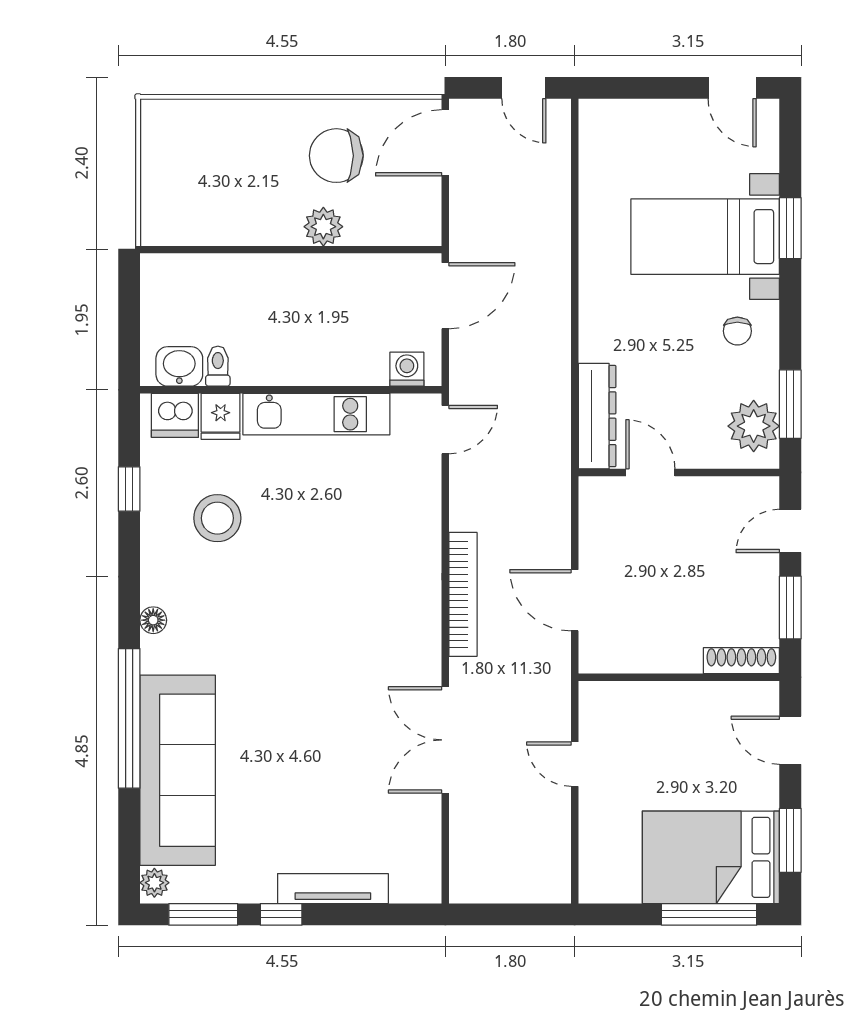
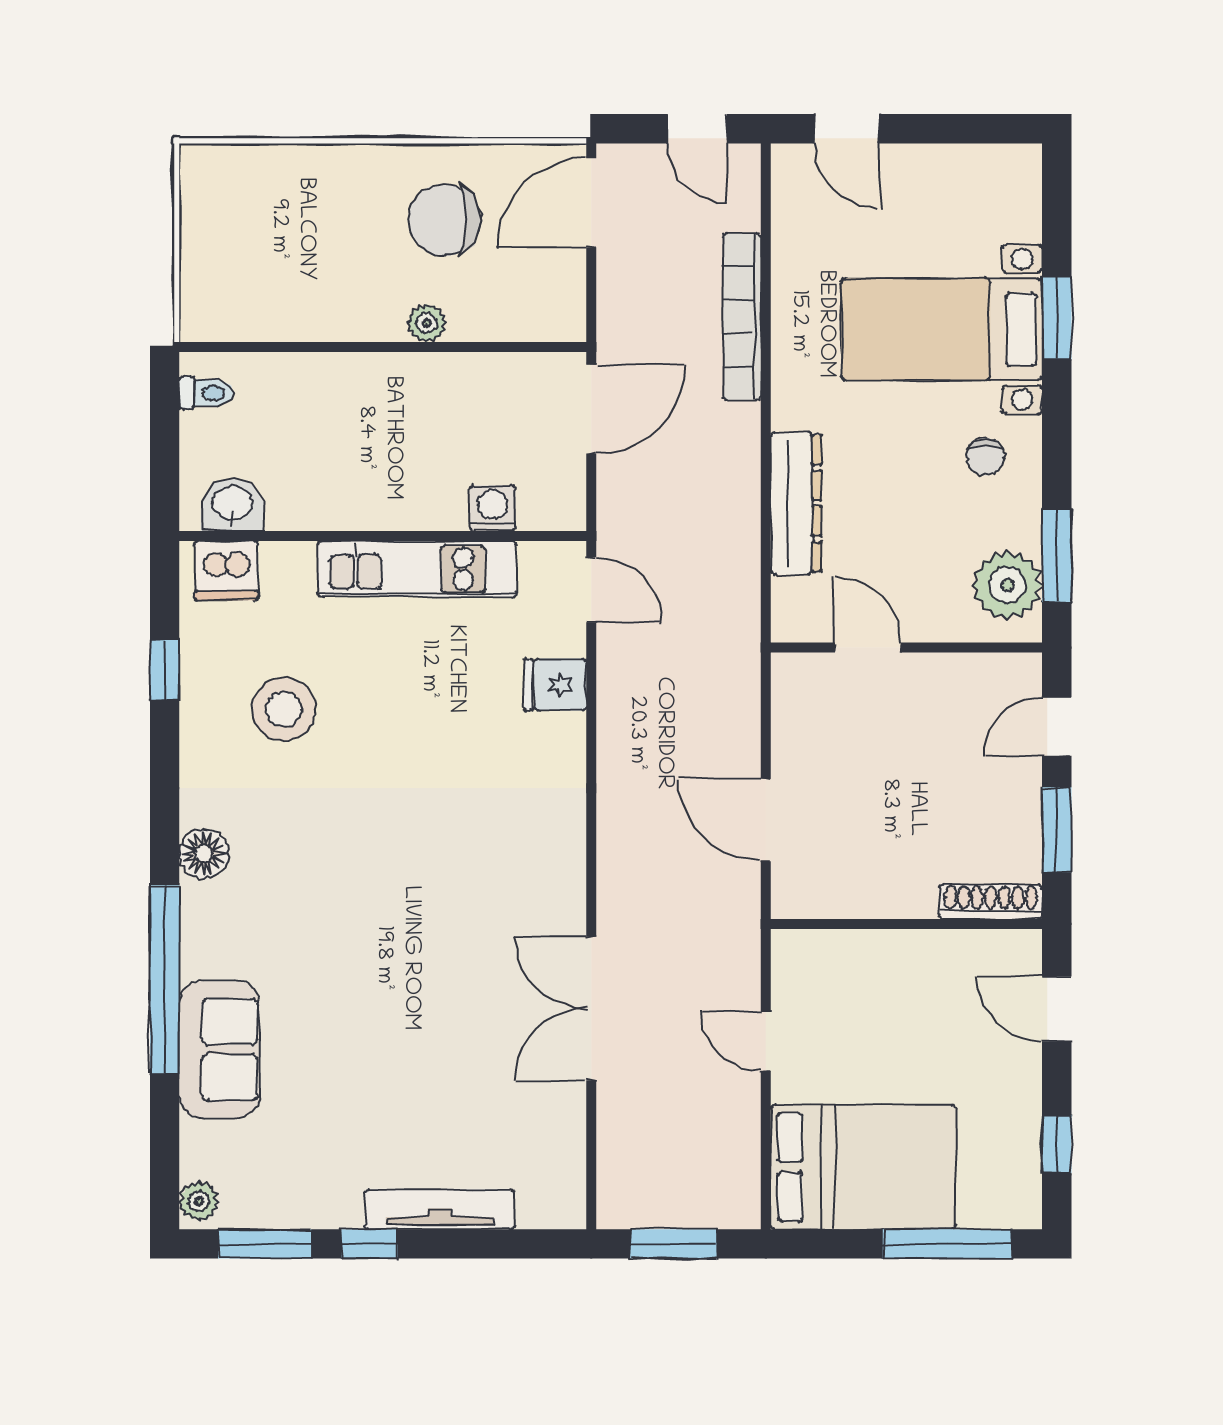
door: (732, 88) -> (847, 129), moved
plant: (323, 227) -> (427, 323), width x0.73, depth x0.73
toilet: (218, 366) -> (206, 393), moved, turned 90
washing machine: (407, 369) -> (493, 508), moved
fridge: (221, 416) -> (555, 685), moved, turned 90
dresser: (597, 416) -> (796, 503), moved
door: (445, 430) -> (591, 590), hinge flipped
bookcase: (463, 594) -> (742, 317), moved, turned 180
floor lamp: (153, 620) -> (204, 854), width x1.37, depth x1.37
sofa: (178, 770) -> (219, 1049), width x0.54, depth x0.79
window: (790, 840) -> (1057, 1144), width x0.67
bed: (711, 857) -> (863, 1167), moved, turned 180
window: (506, 914) -> (673, 1244), added

